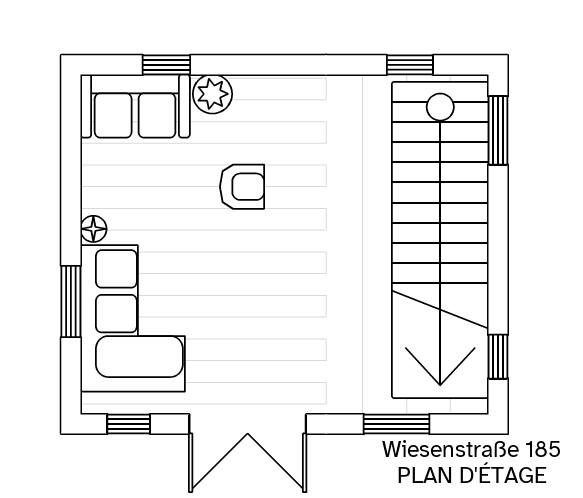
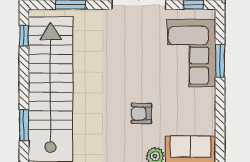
window: (498, 130) -> (24, 125), moved
floor lamp: (93, 229) -> (210, 94), removed

